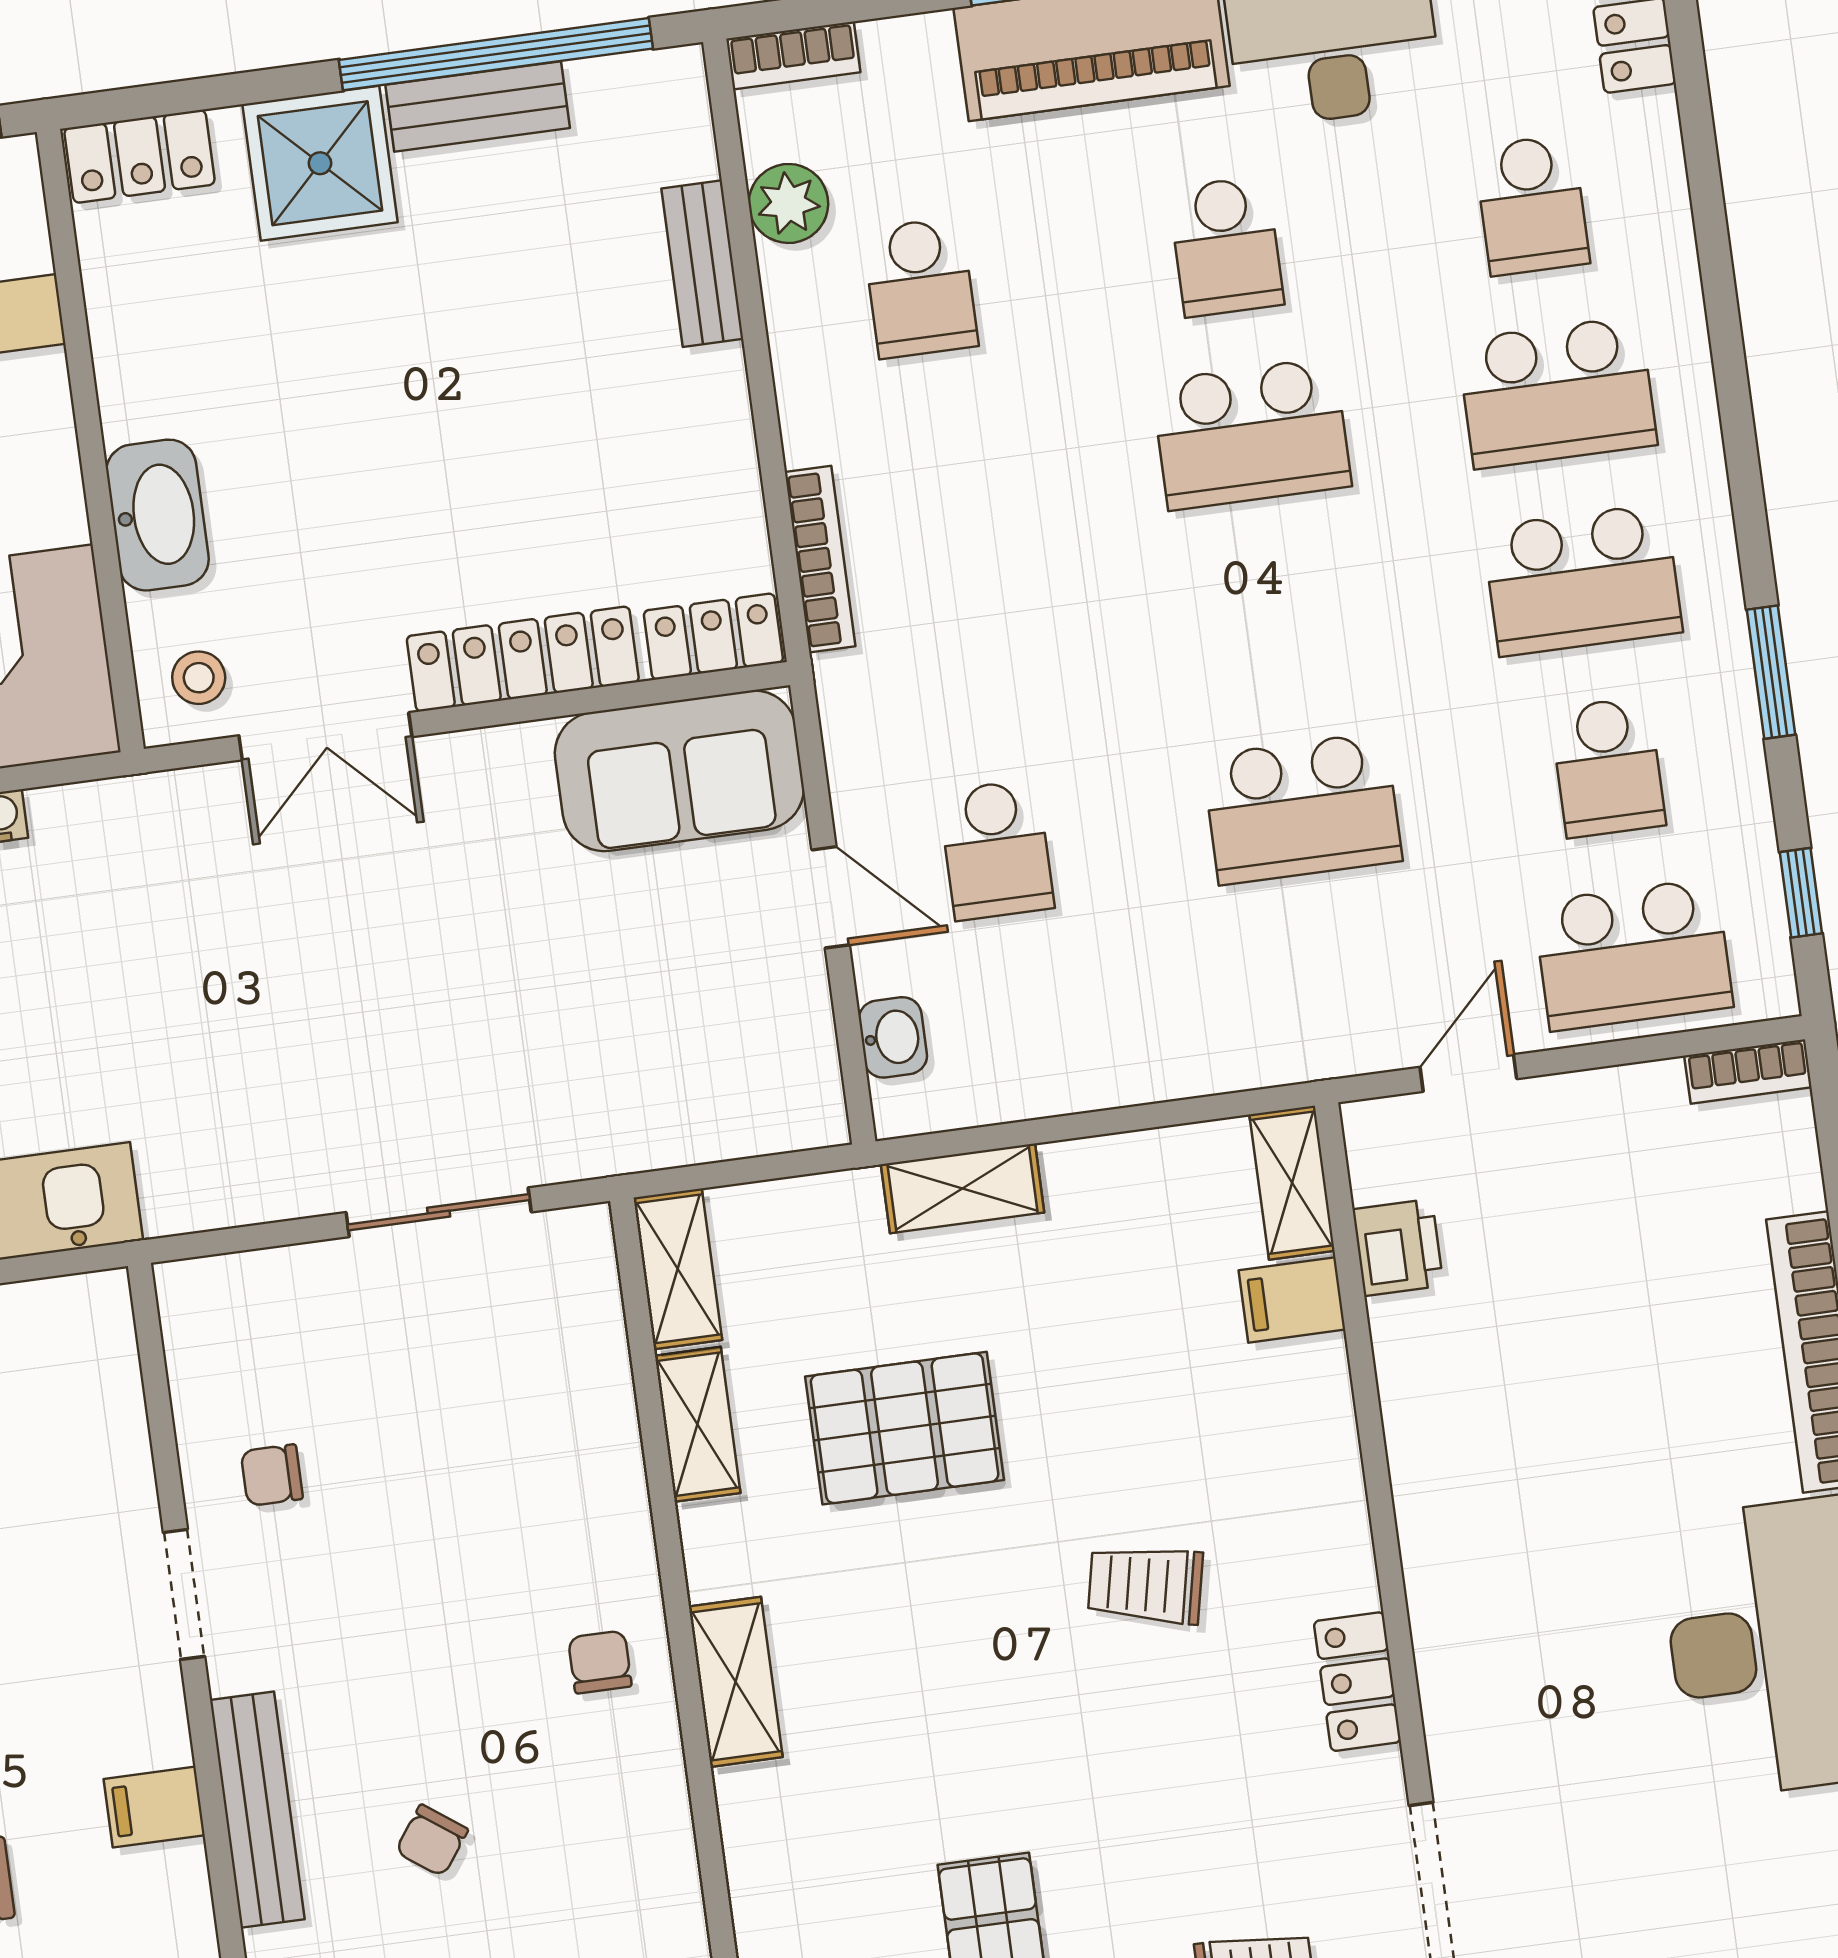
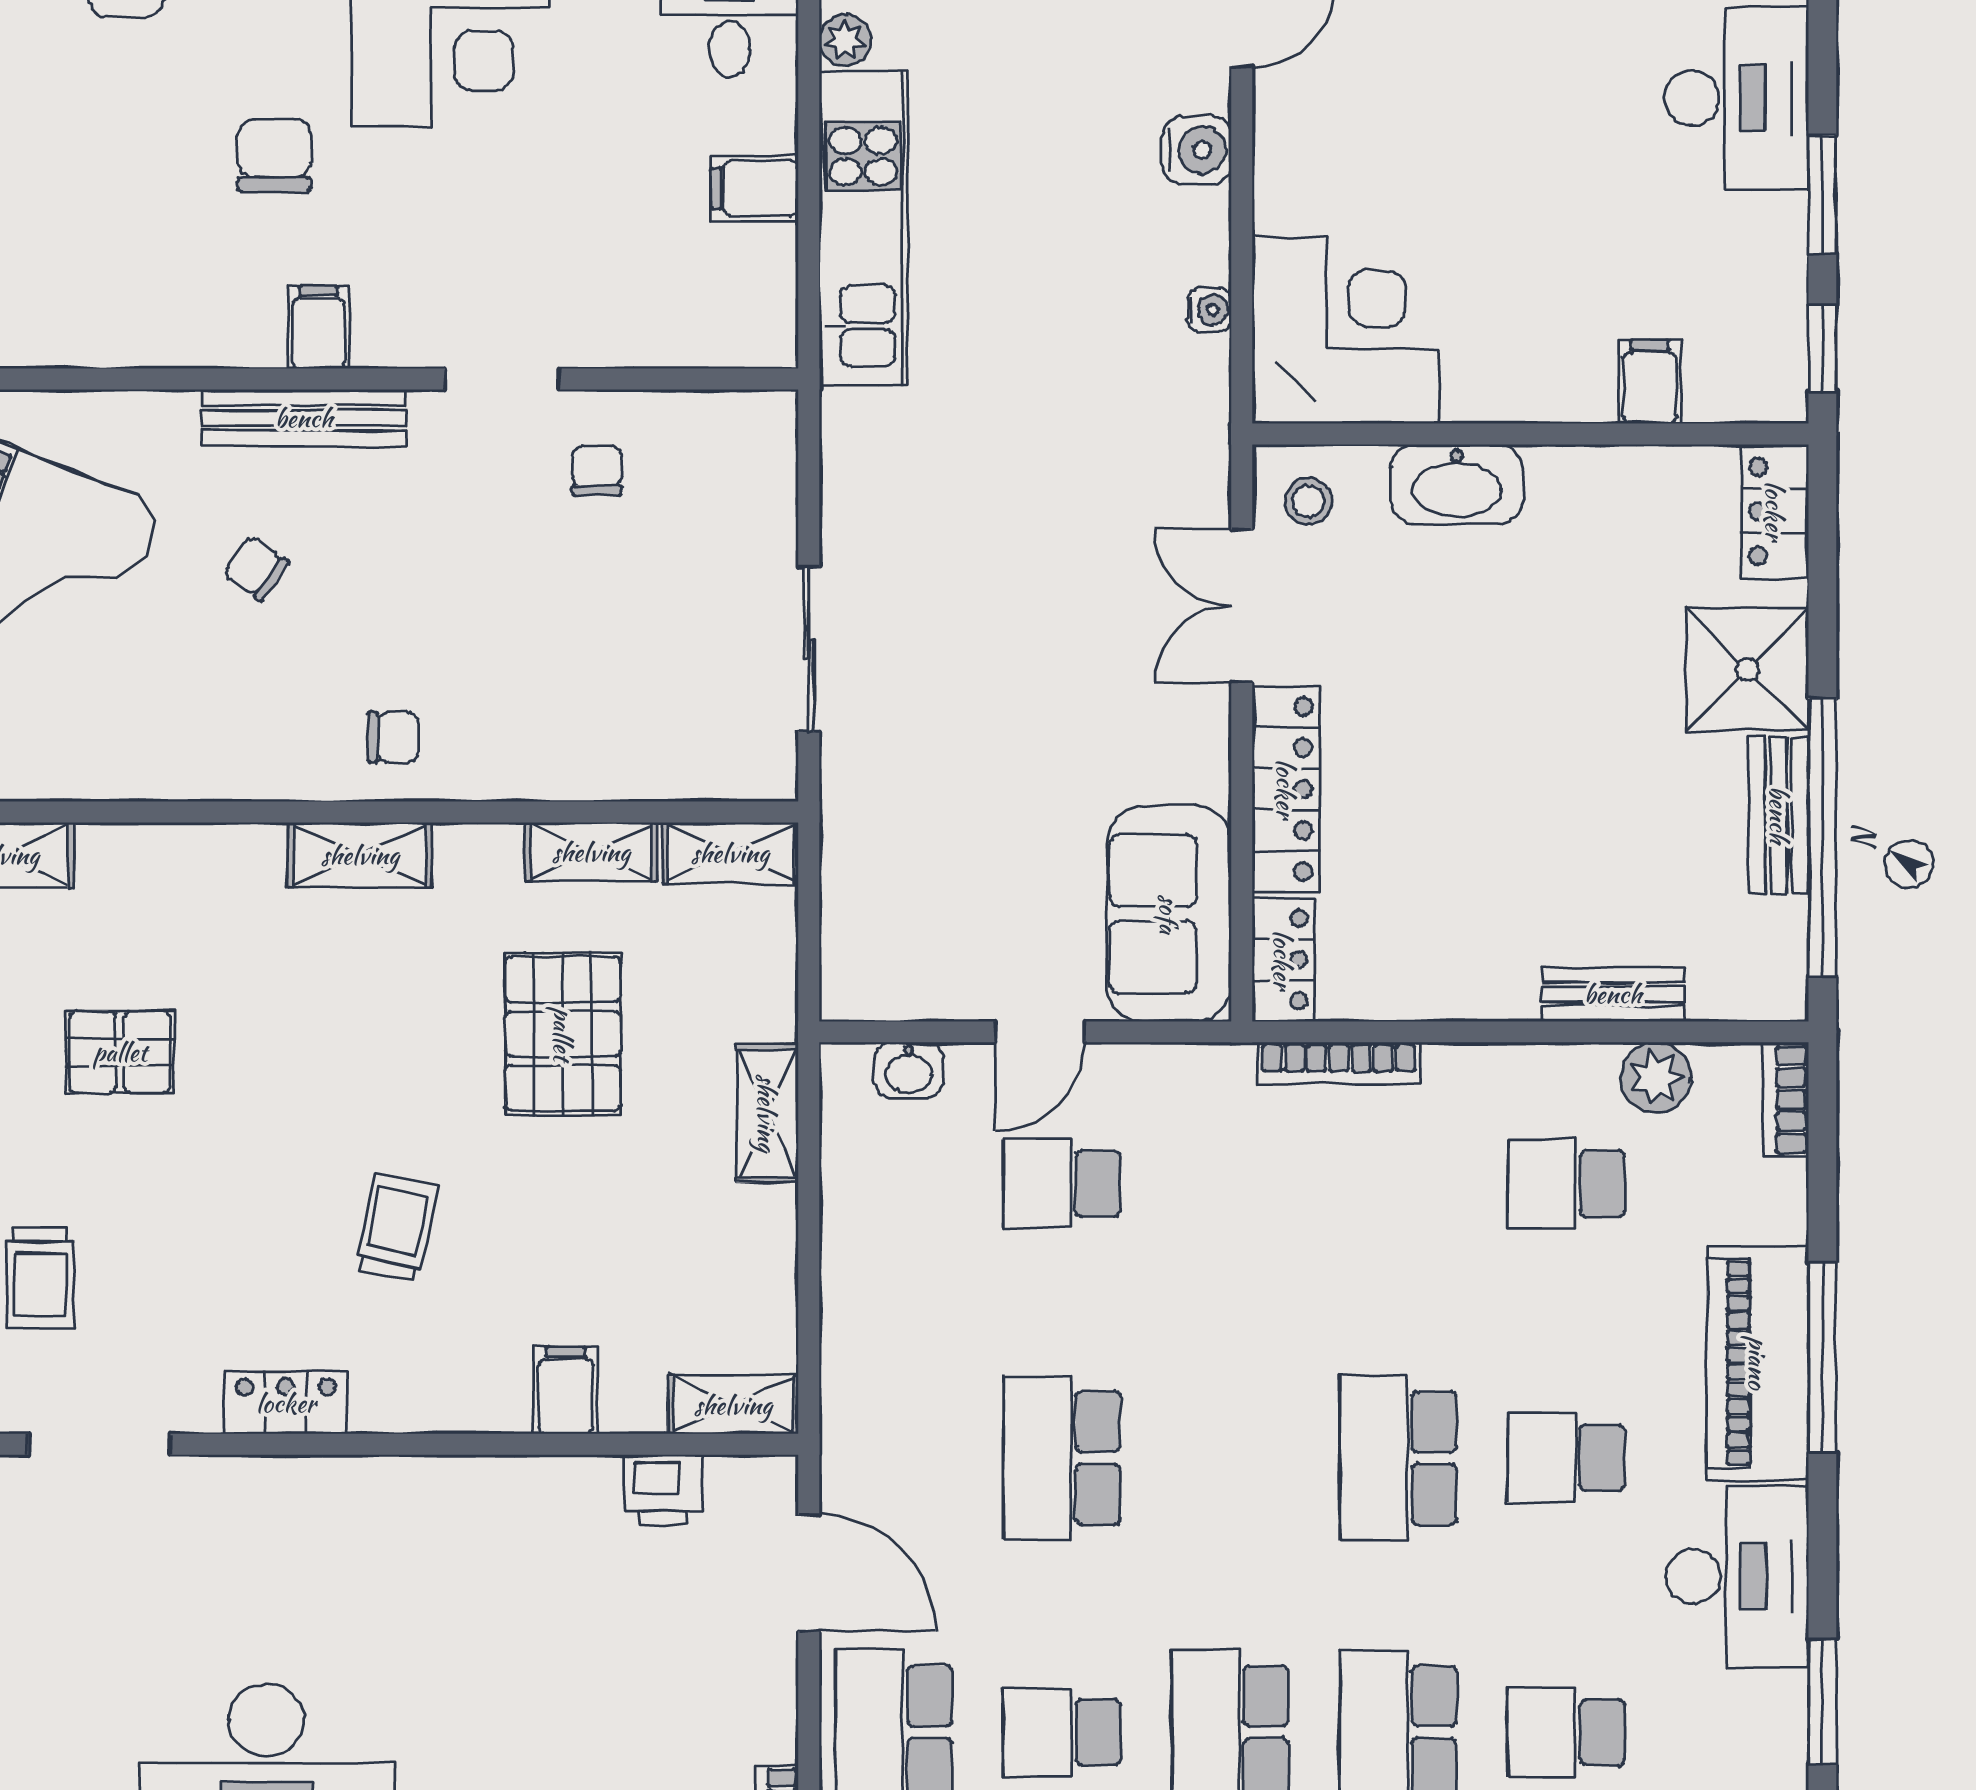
door: (1468, 1073) -> (809, 1573), width x1.38
filing cabinet: (1292, 1300) -> (566, 1390), moved

